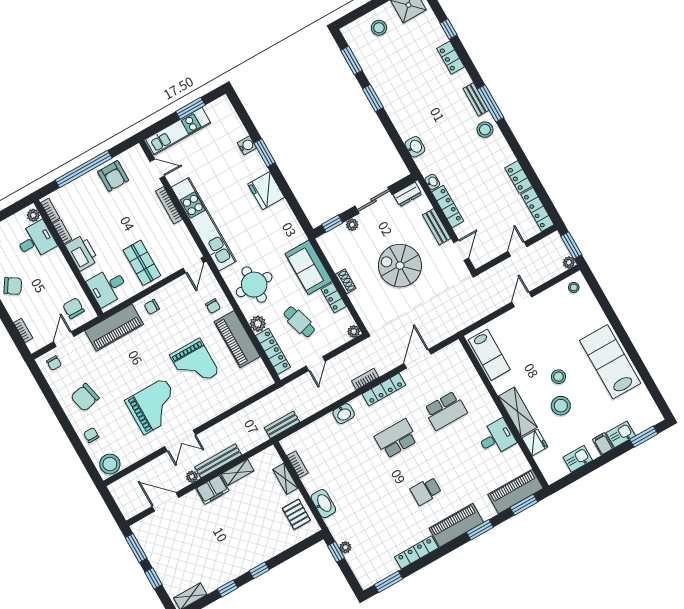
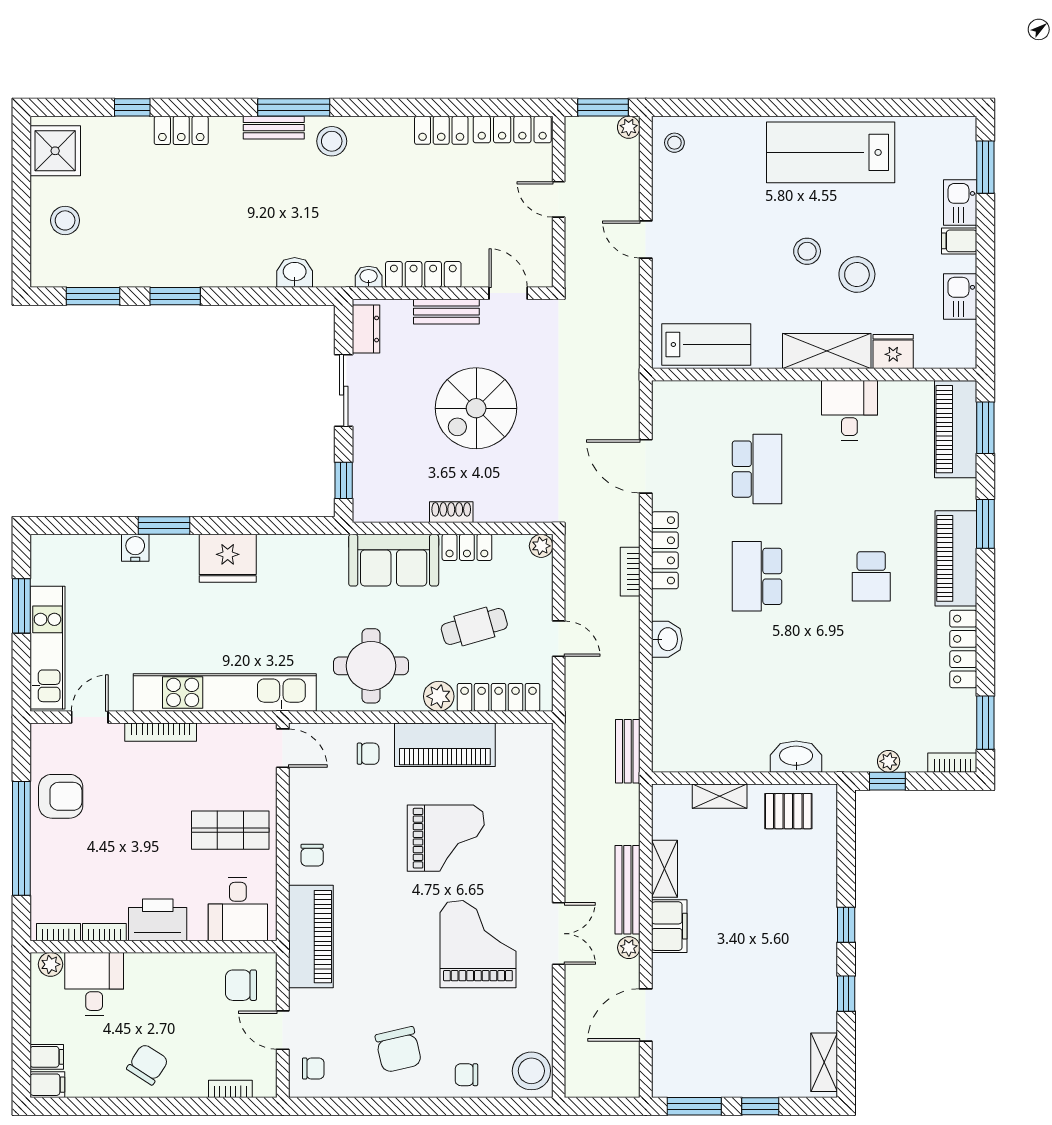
plant: (352, 225) -> (364, 449), removed
bookcase: (297, 464) -> (952, 763), moved

